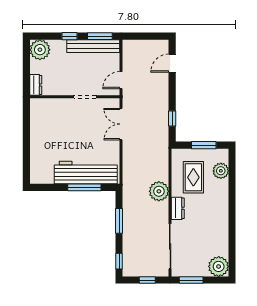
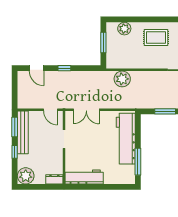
window: (172, 118) -> (64, 68), moved
workbench: (39, 122) -> (84, 177), added
rug: (193, 177) -> (156, 37), moved
window: (84, 187) -> (138, 162), moved
plant: (159, 191) -> (122, 79), moved
dresser: (178, 208) -> (155, 64), removed

